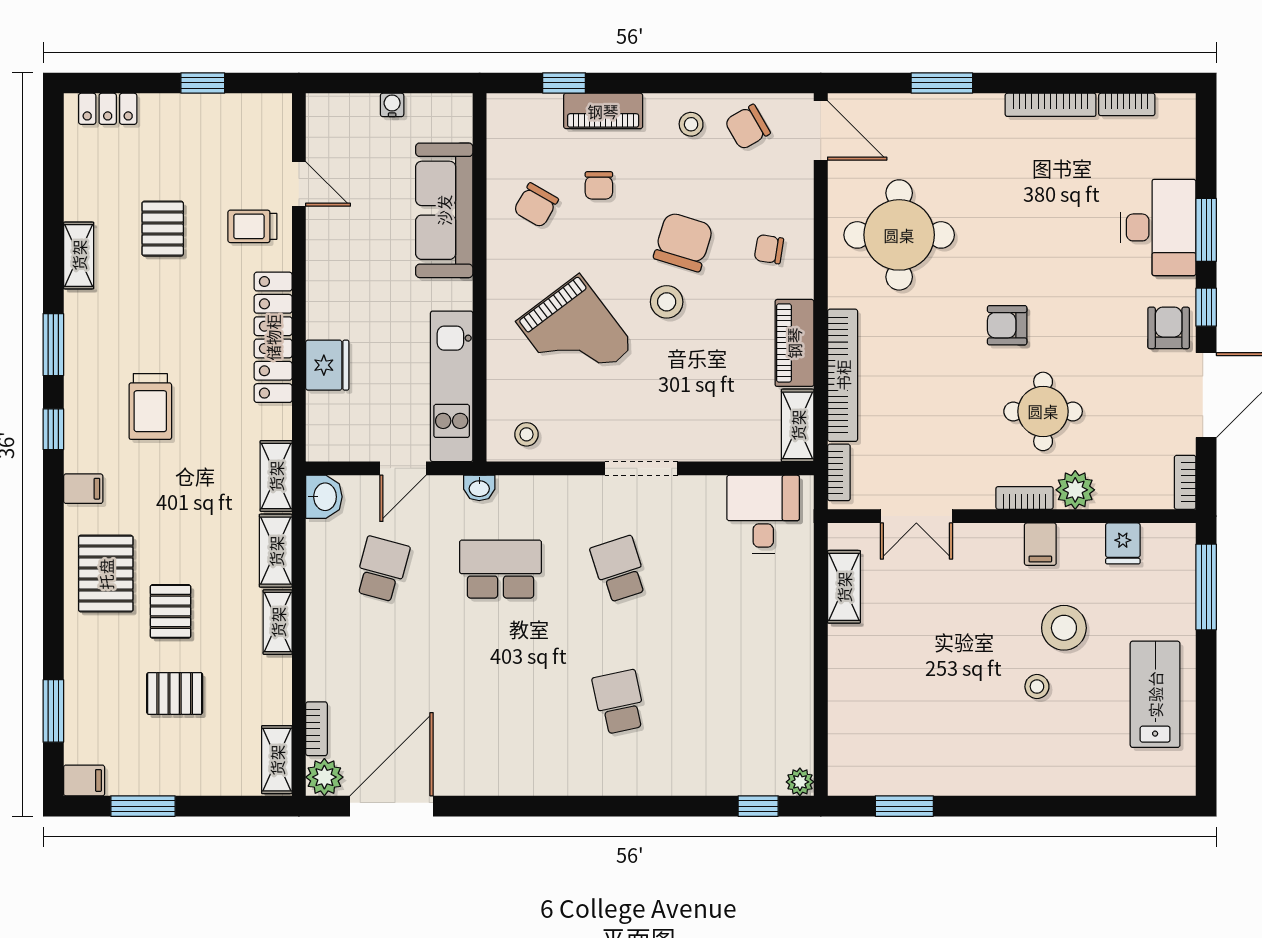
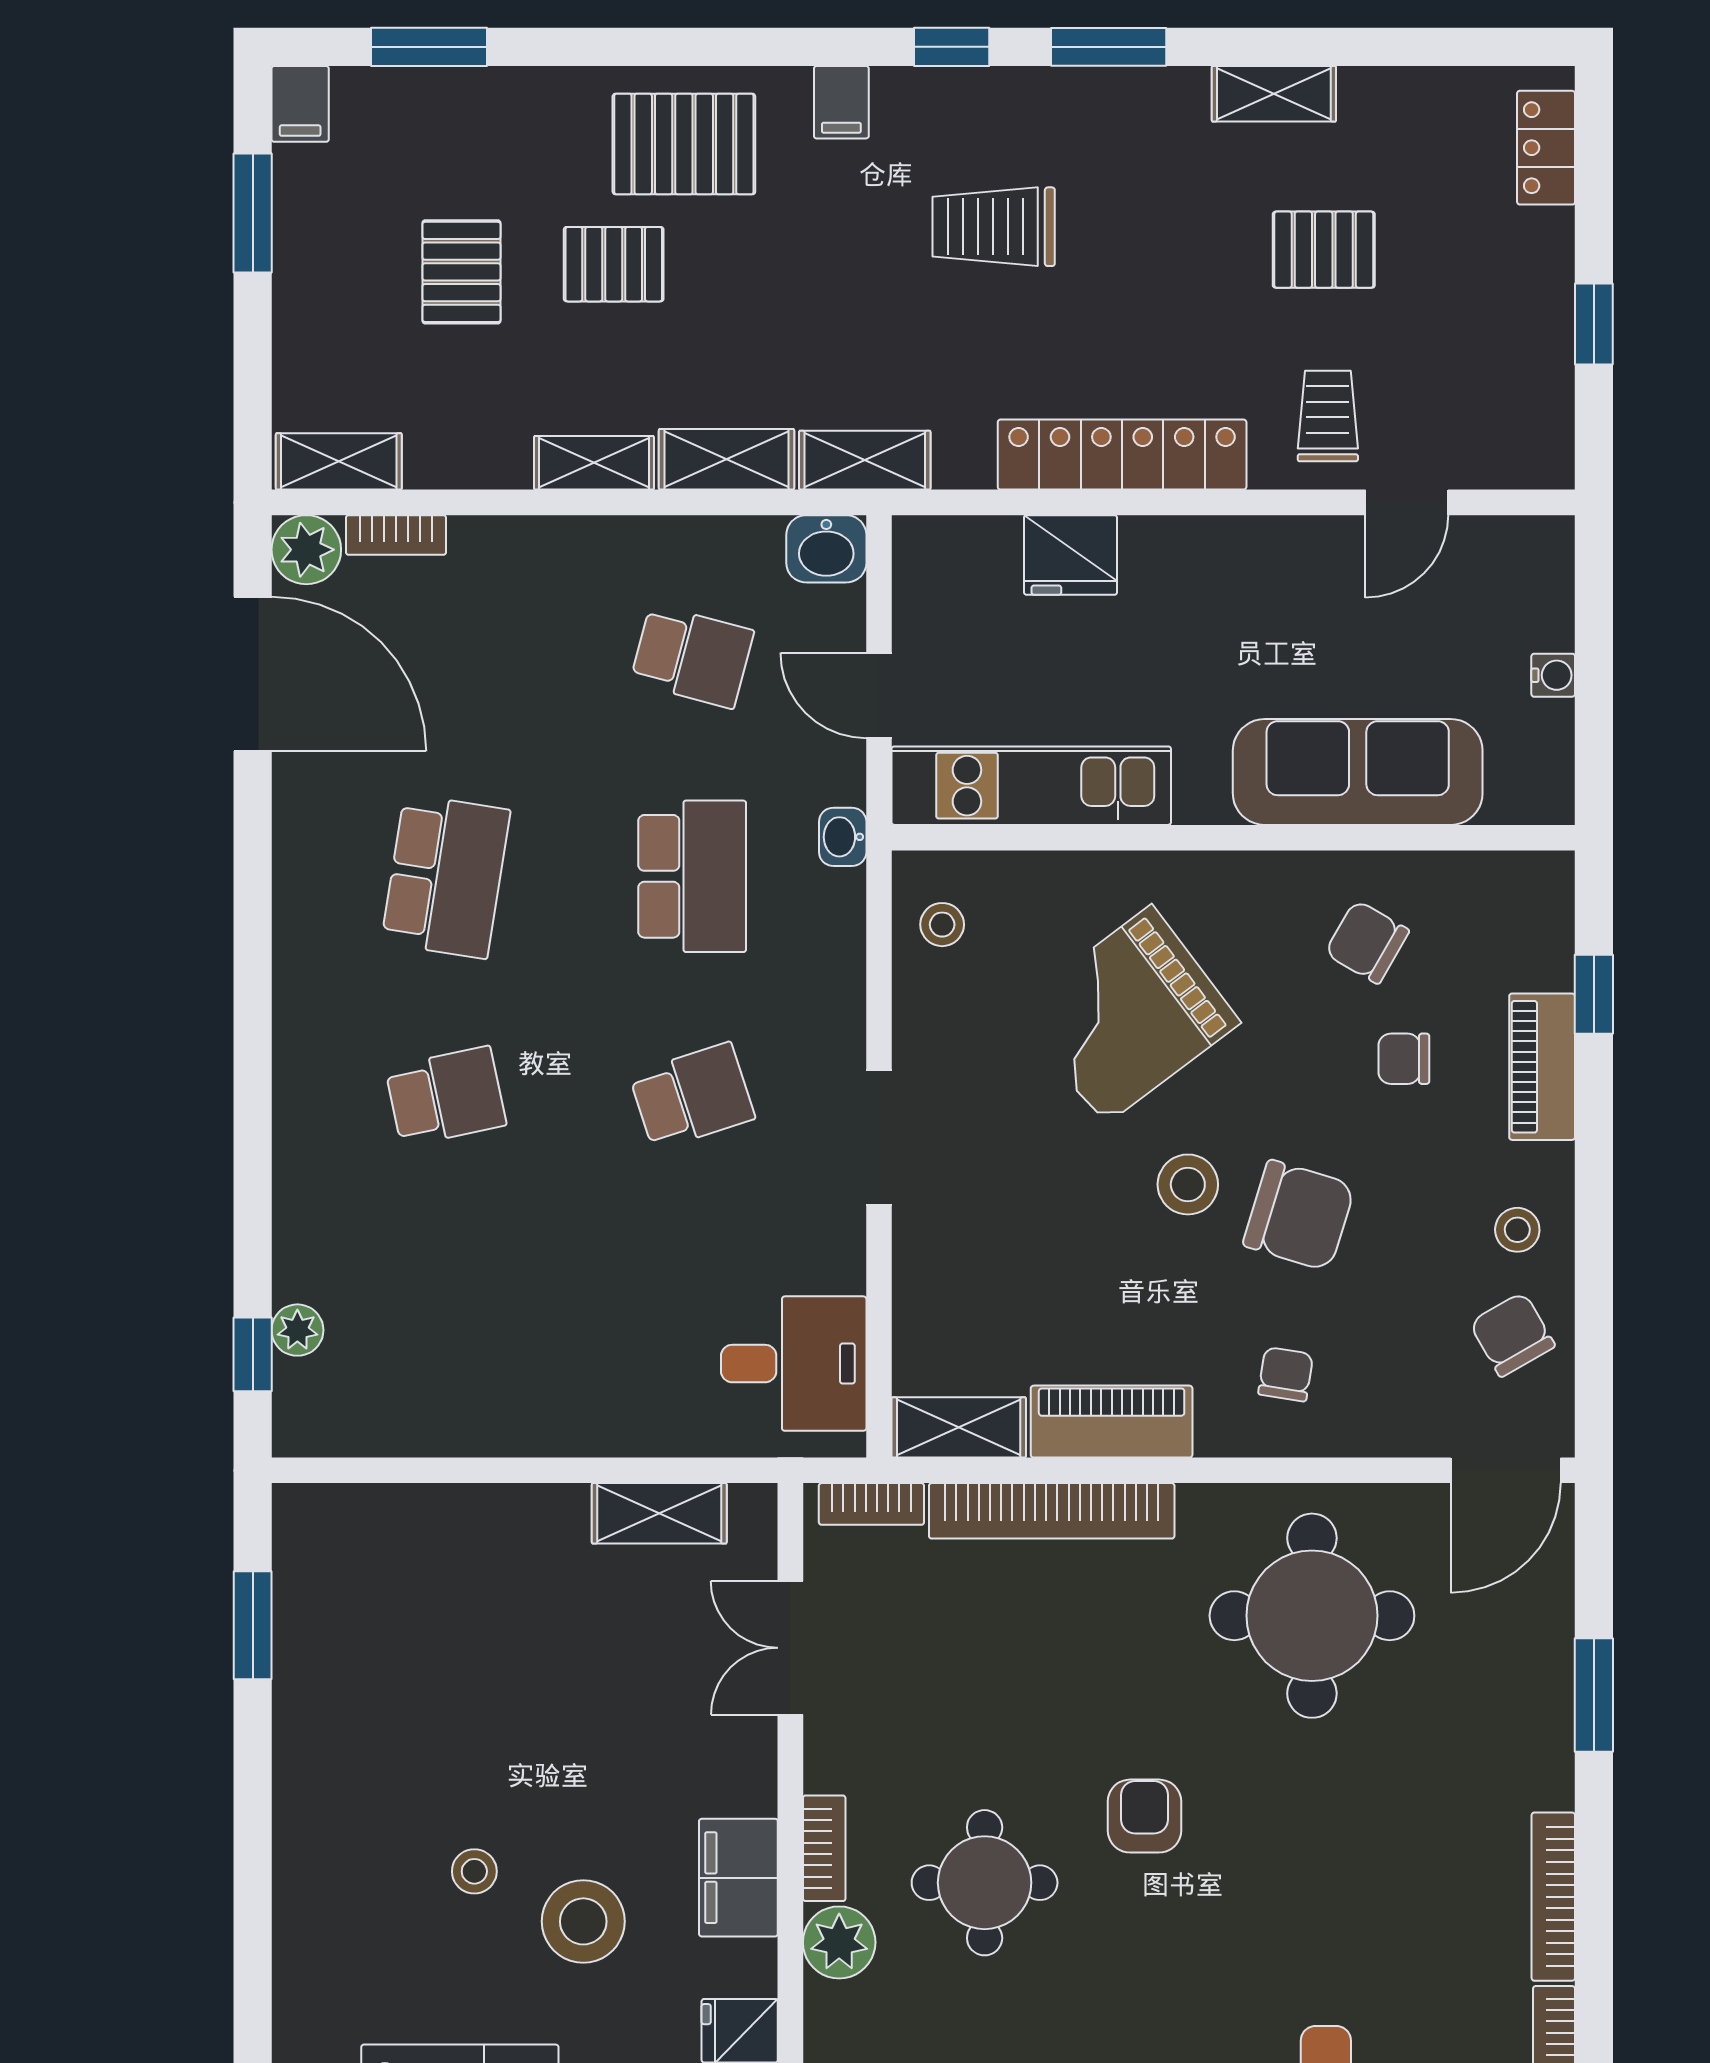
filing cabinet: (1040, 544) -> (738, 1878), width x2.00
school desk: (500, 702) -> (446, 876), added
plant: (800, 782) -> (297, 1330), moved

